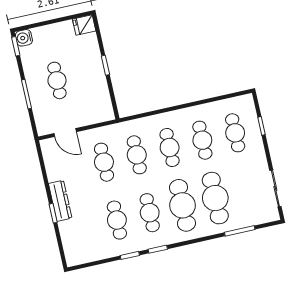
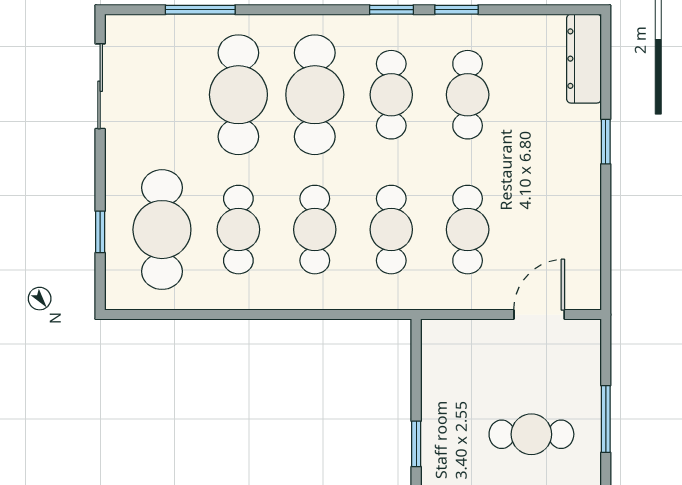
cafe table: (57, 80) -> (531, 434), turned 90
door: (65, 133) -> (539, 315), hinge flipped
cafe table: (235, 133) -> (162, 230), width x1.37, depth x1.35
dresser: (60, 201) -> (584, 59), moved

